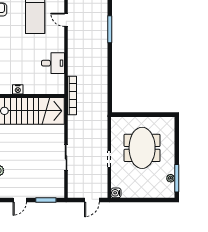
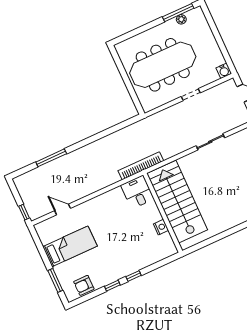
door: (66, 20) -> (63, 209), swing flipped
desk: (53, 63) -> (137, 192), moved
meeting table: (142, 148) -> (163, 65), width x1.36

